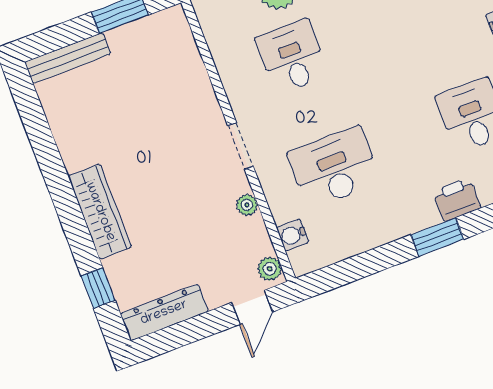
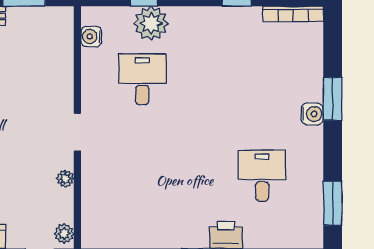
desk: (334, 168) -> (142, 175), removed
water cooler: (293, 235) -> (91, 36), moved

